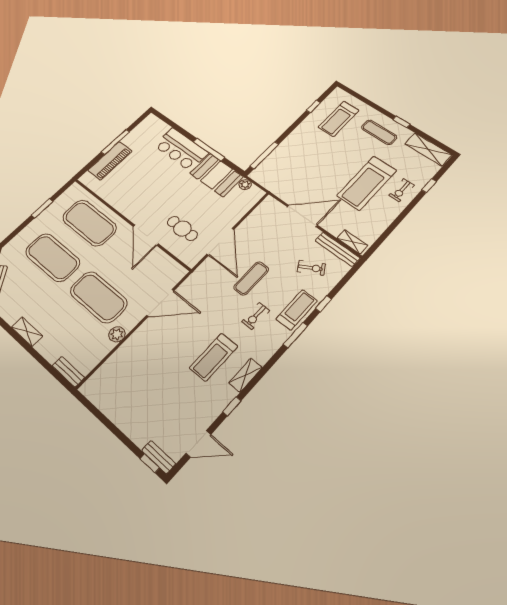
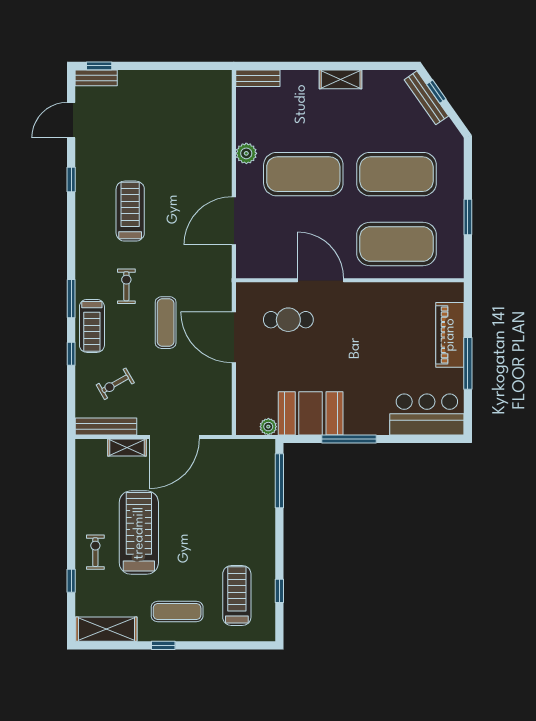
bar counter: (181, 149) -> (427, 414), moved
shelving: (352, 242) -> (127, 448), moved
shelving: (245, 375) -> (84, 219), removed

